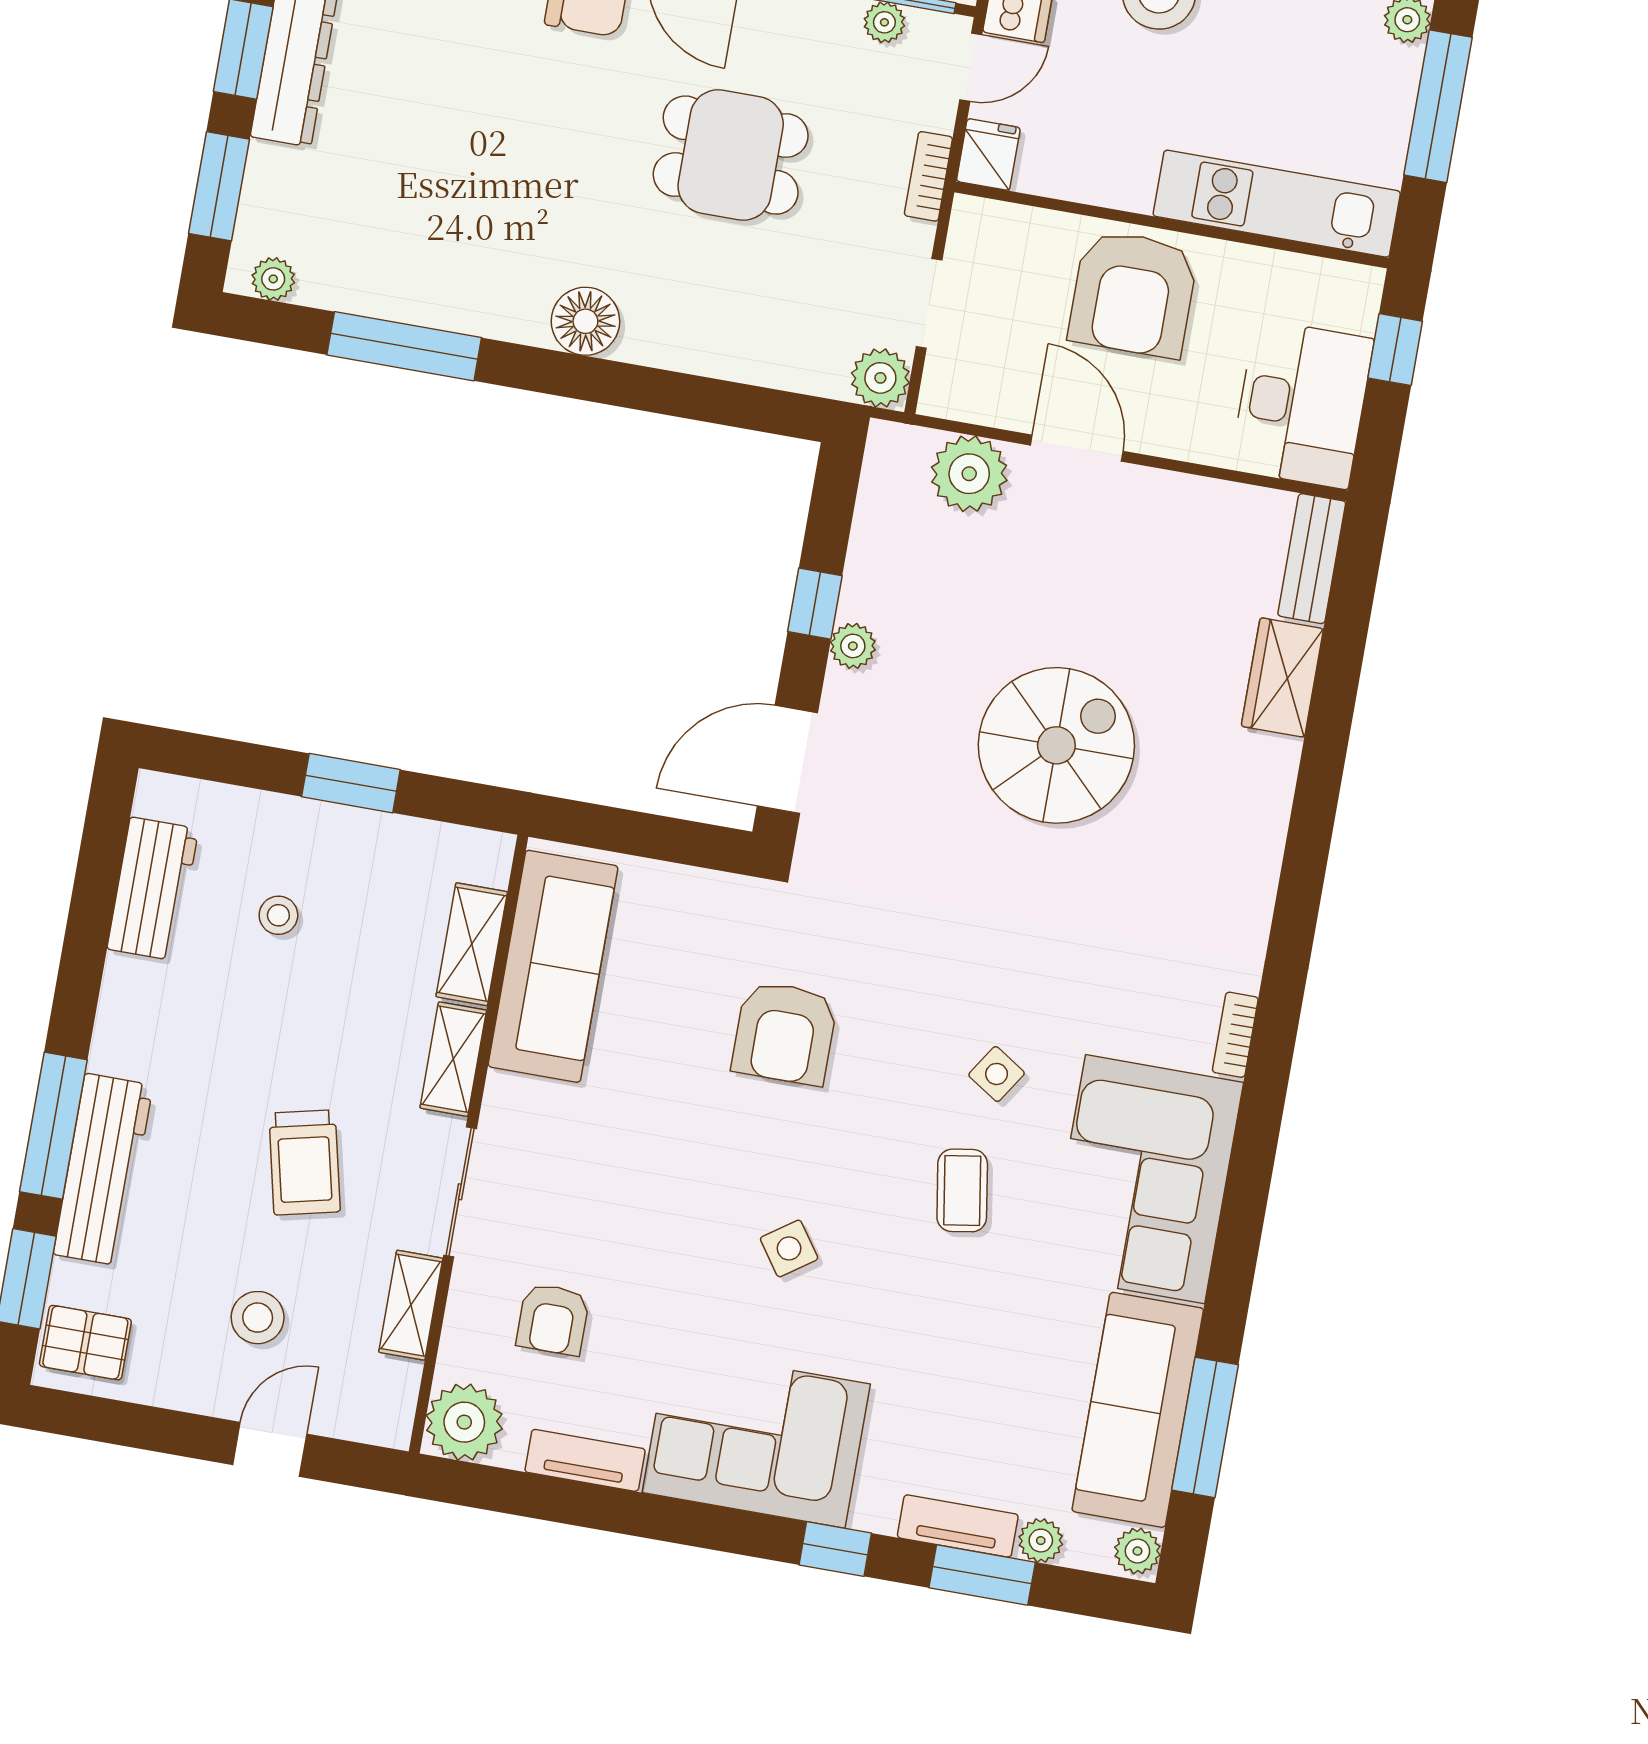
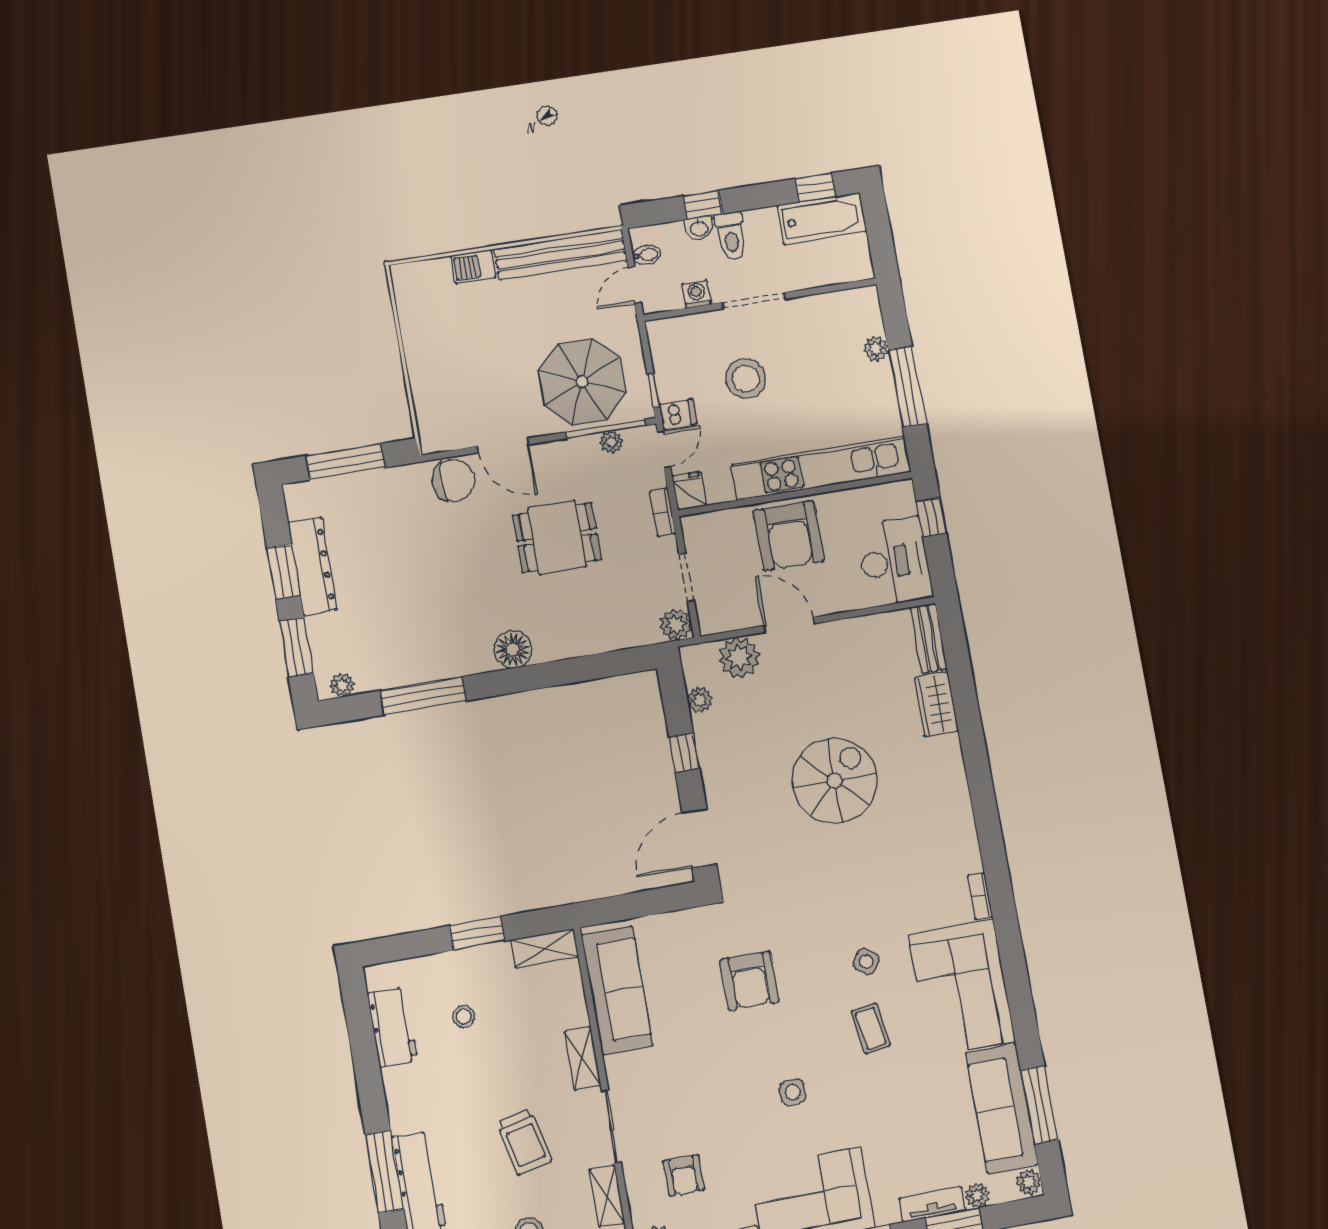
kitchen unit: (1277, 204) -> (821, 468), width x1.36
plant: (853, 646) -> (700, 700), moved
shelving: (472, 944) -> (545, 948), moved, turned 90
side table: (789, 1248) -> (793, 1092), turned 35

